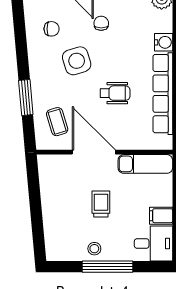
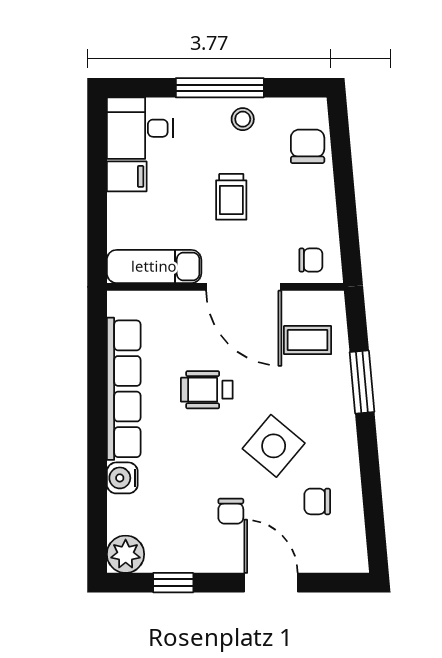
side table: (77, 61) -> (274, 446), turned -33
coffee table: (57, 122) -> (308, 340), turned -73
chair: (55, 168) -> (311, 260), added
chair: (57, 233) -> (308, 146), added

